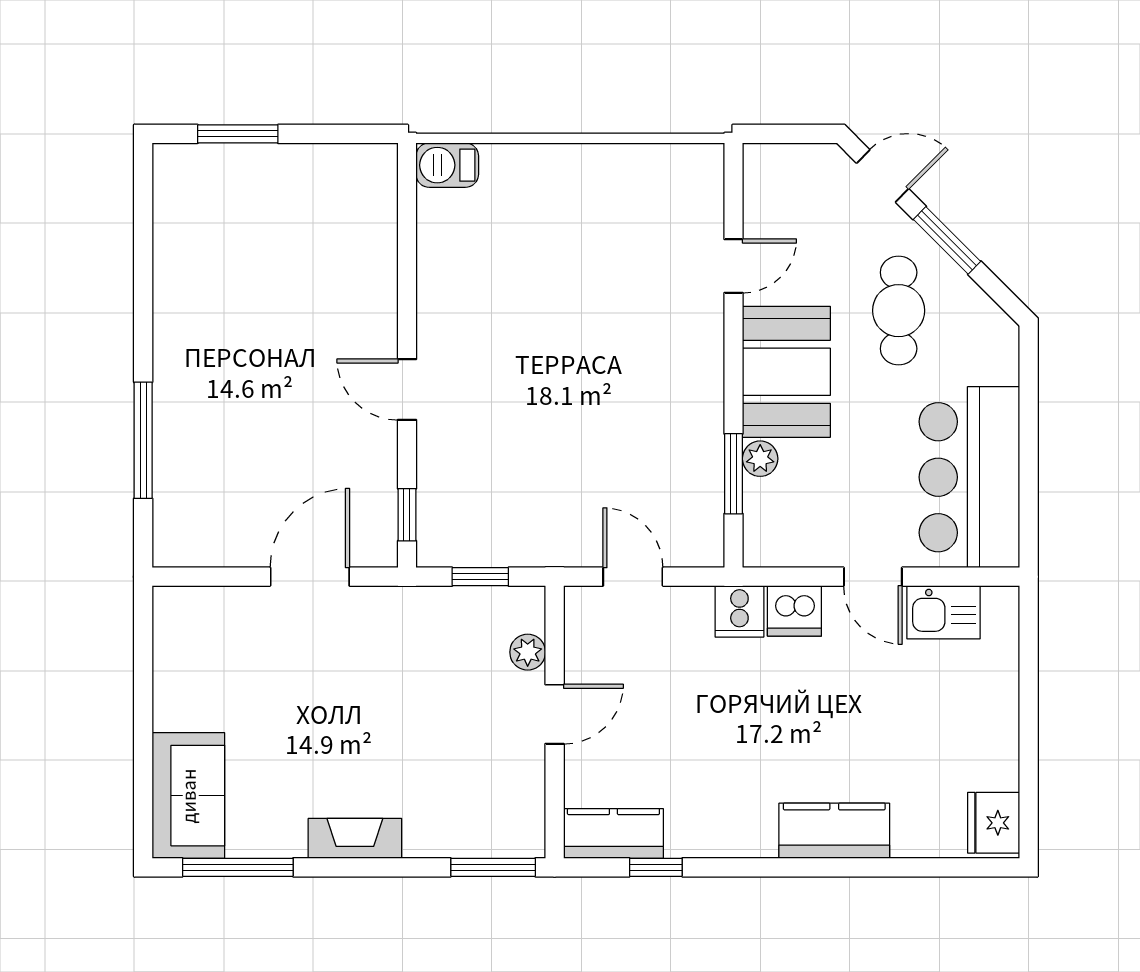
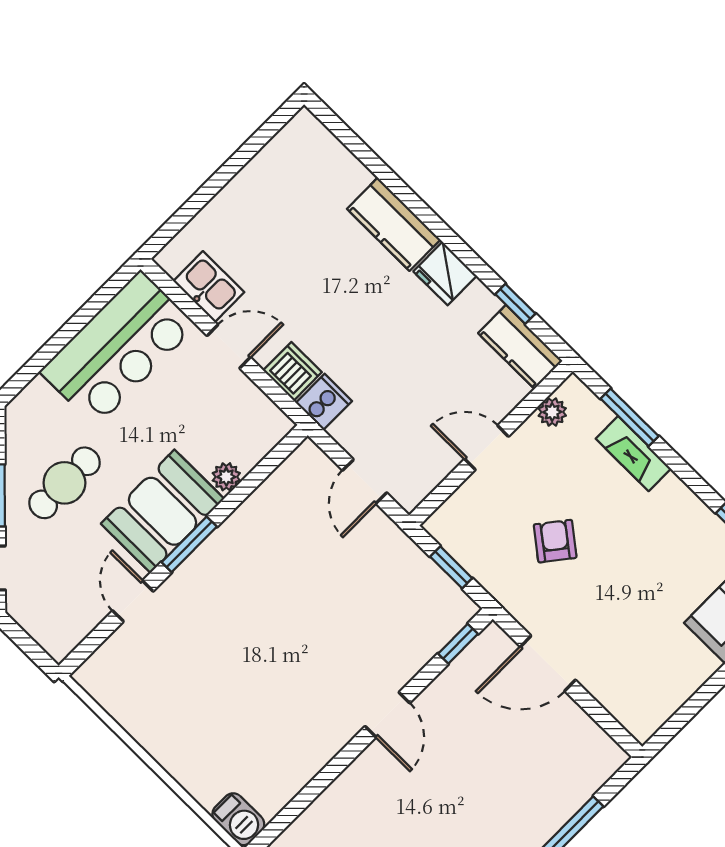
door: (733, 266) -> (133, 601), hinge flipped
window: (733, 474) -> (189, 544), moved
door: (873, 577) -> (229, 347), hinge flipped
plant: (528, 652) -> (552, 412), moved
armchair: (411, 692) -> (555, 541), added
fridge: (994, 823) -> (445, 274), moved, turned 90
fireplace: (355, 838) -> (633, 454), moved
window: (493, 867) -> (630, 417), moved

